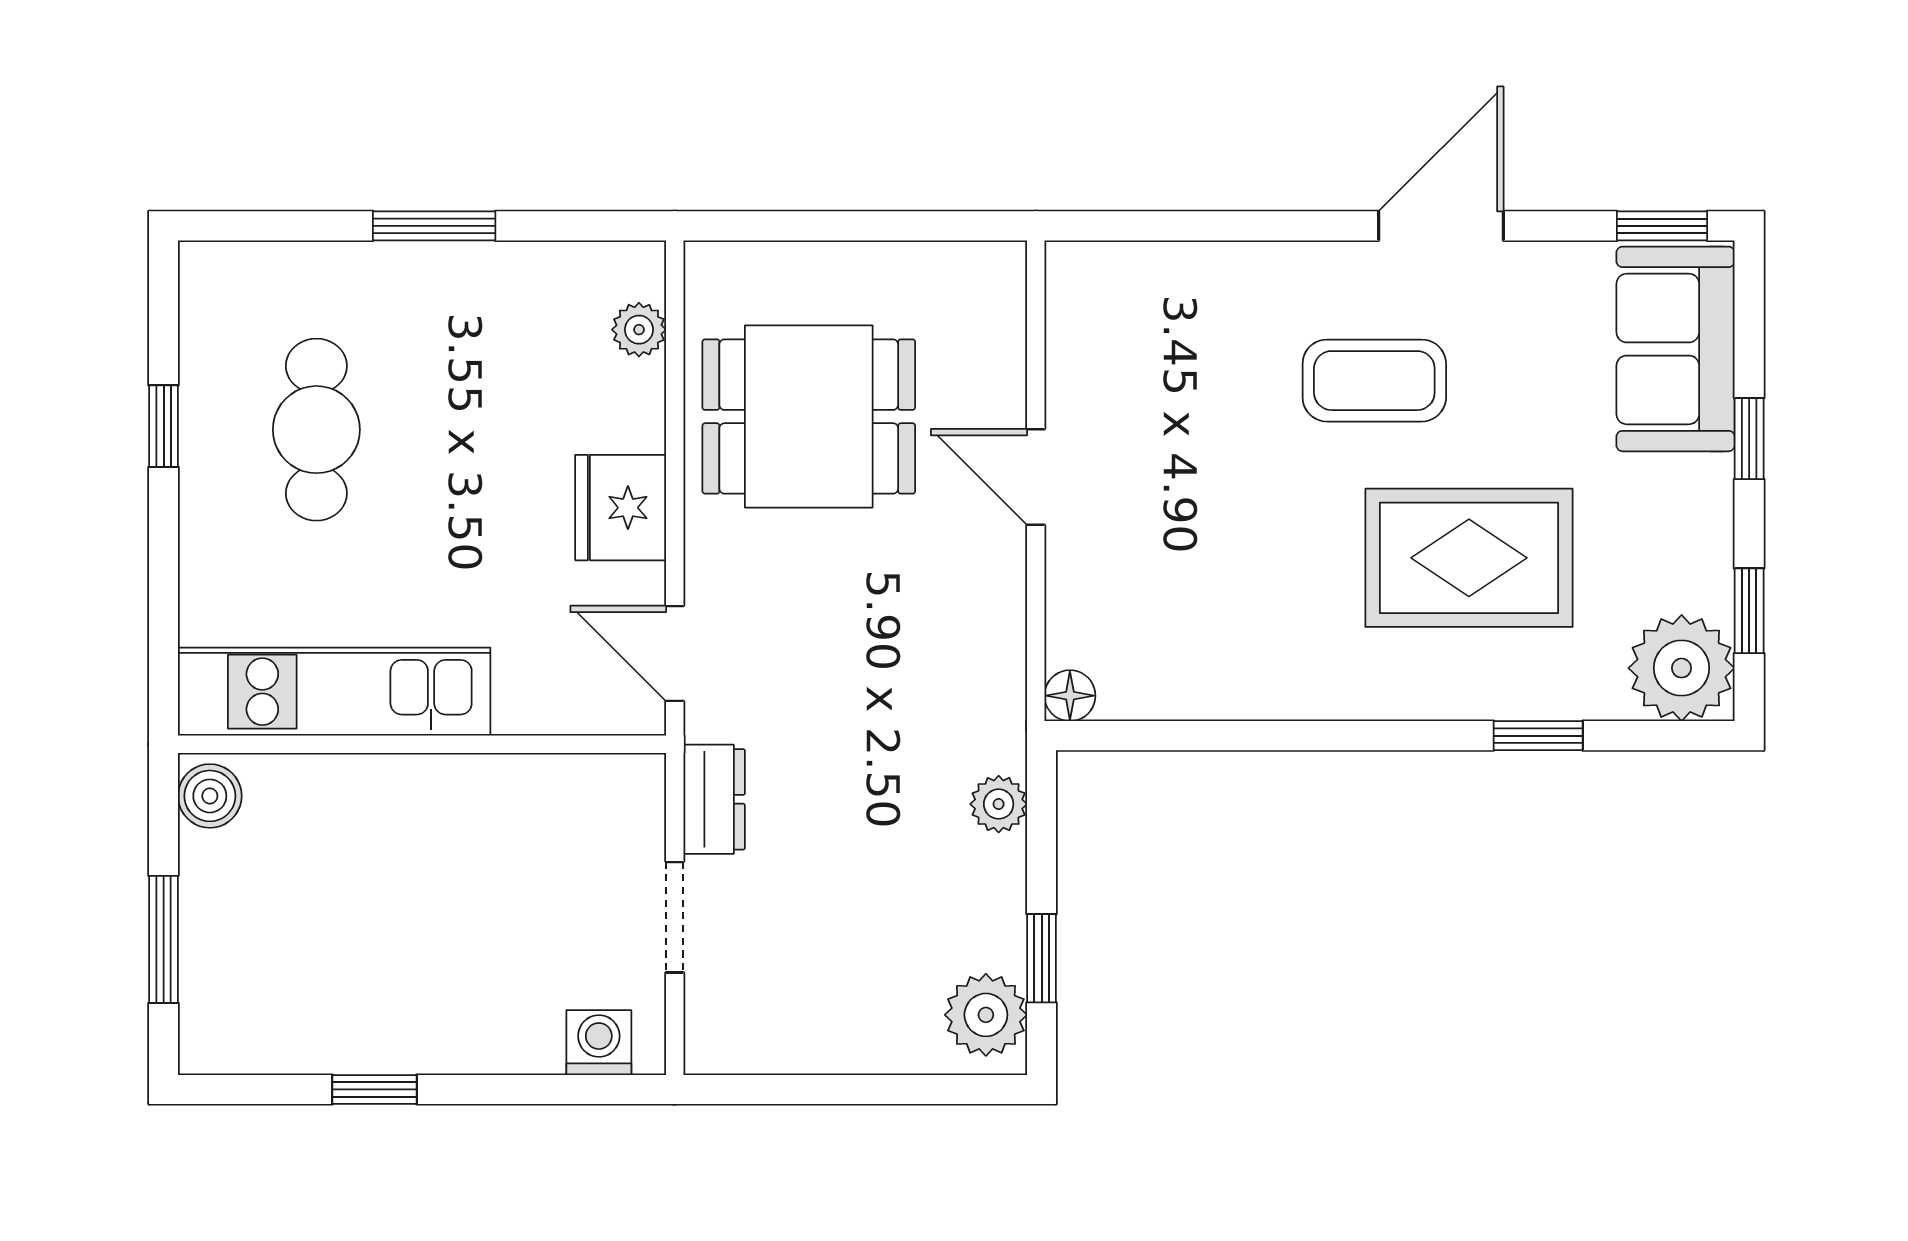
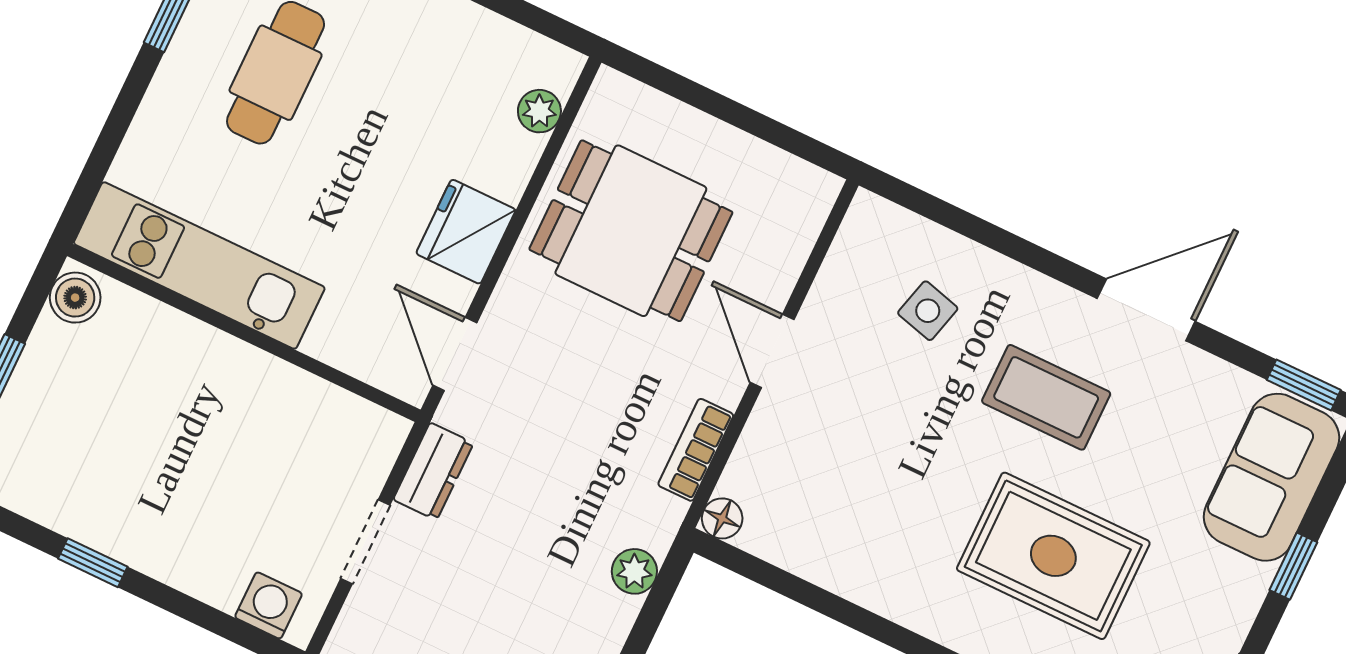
side table: (1192, 346) -> (928, 311), added
bookcase: (1002, 632) -> (696, 450), added

